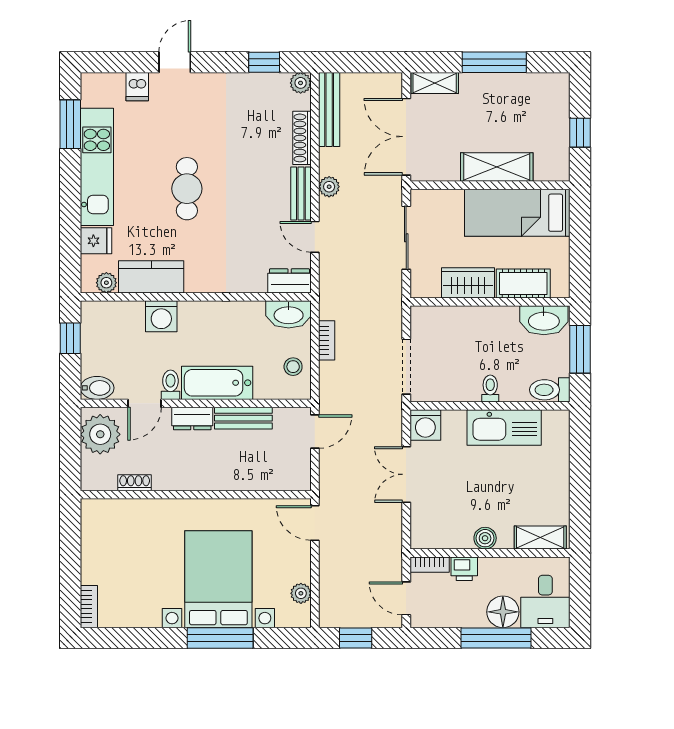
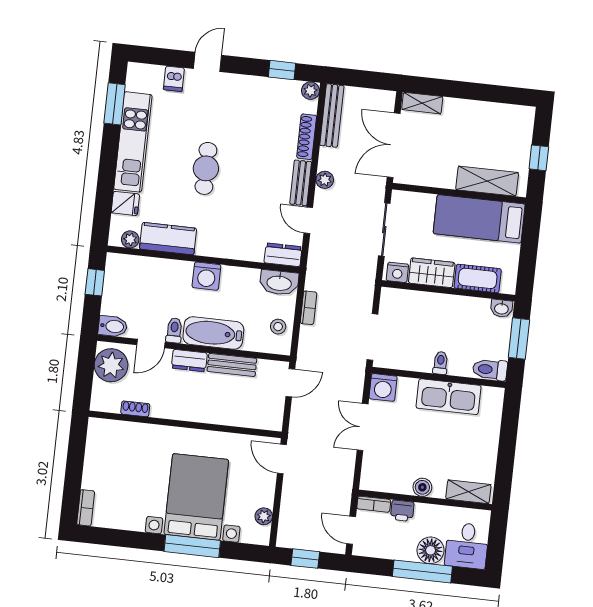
window: (494, 62) -> (474, 91), removed
shelving: (497, 167) -> (487, 181), moved
nightstand: (427, 287) -> (397, 272), added
washing machine: (161, 316) -> (206, 276), moved
washbasin: (544, 320) -> (501, 308), width x0.52, depth x0.69

